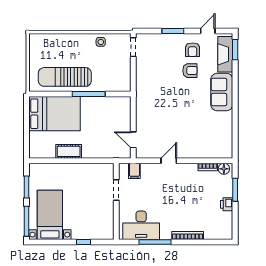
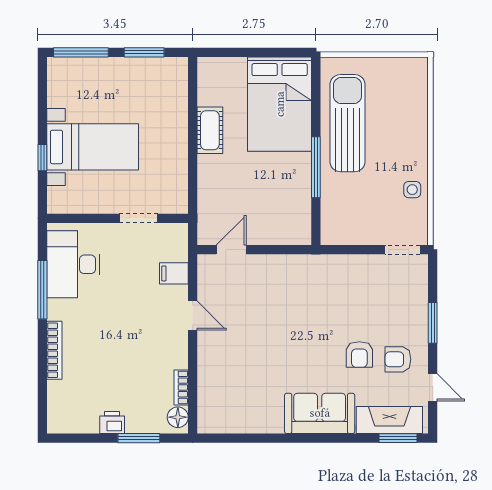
filing cabinet: (134, 171) -> (174, 273), moved
bed with nightstands: (50, 215) -> (93, 147), moved

